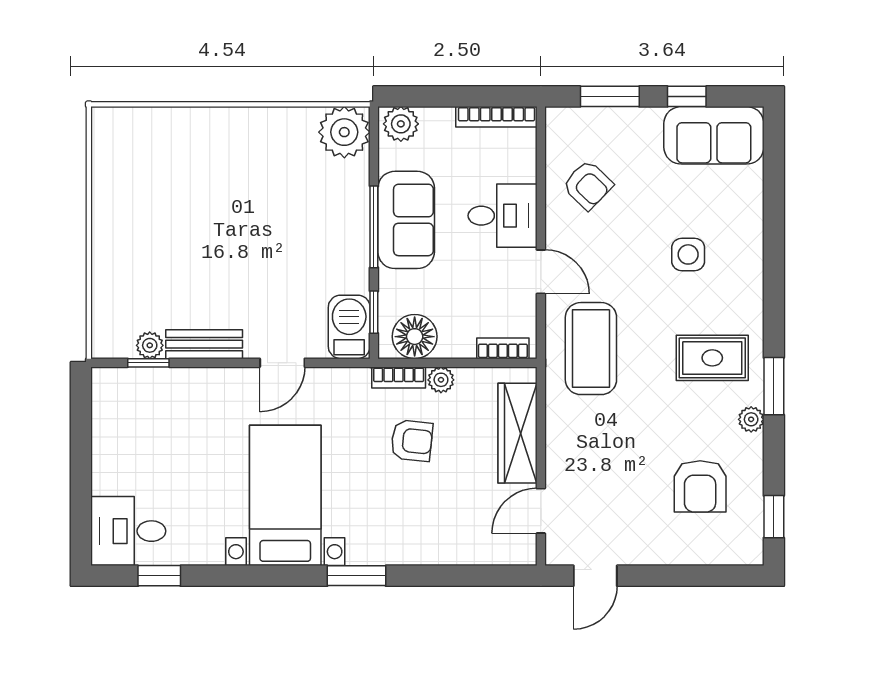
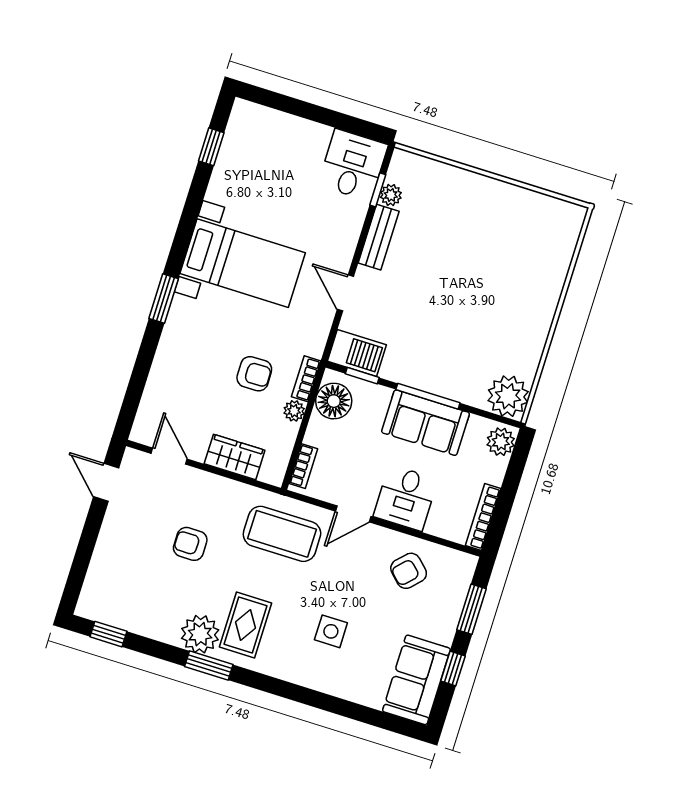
plant: (751, 419) -> (200, 634), width x1.87, depth x1.87
wardrobe: (518, 433) -> (235, 457), width x0.67
armchair: (412, 441) -> (254, 374), turned -97
armchair: (700, 486) -> (190, 544), moved, width x0.72, depth x0.72
desk: (128, 531) -> (353, 165), moved

